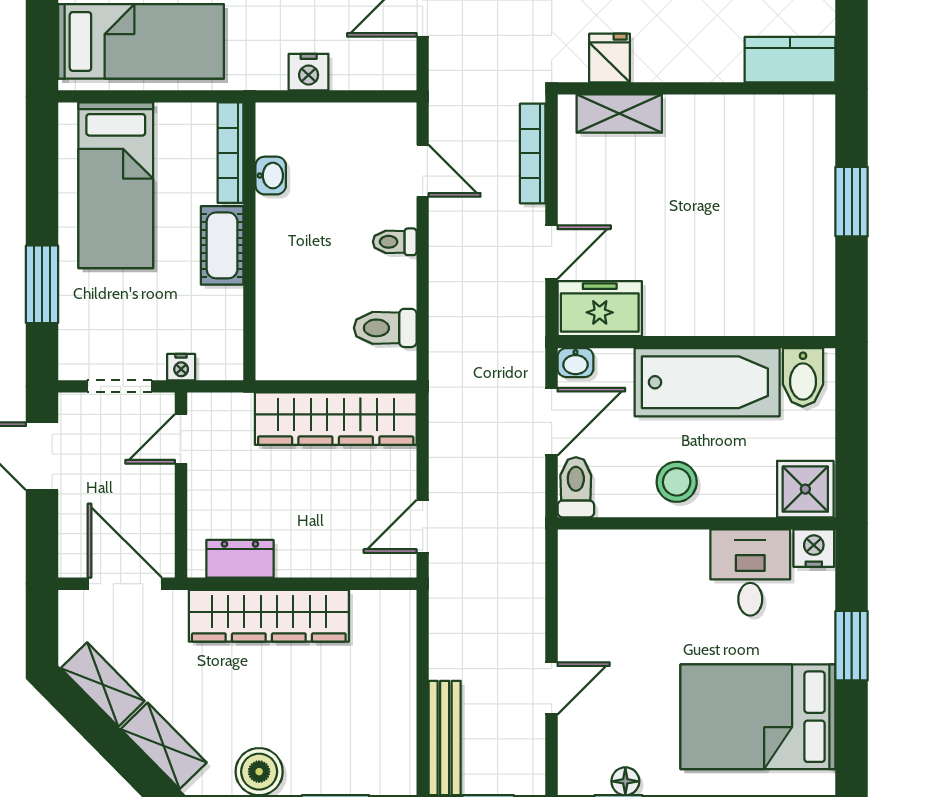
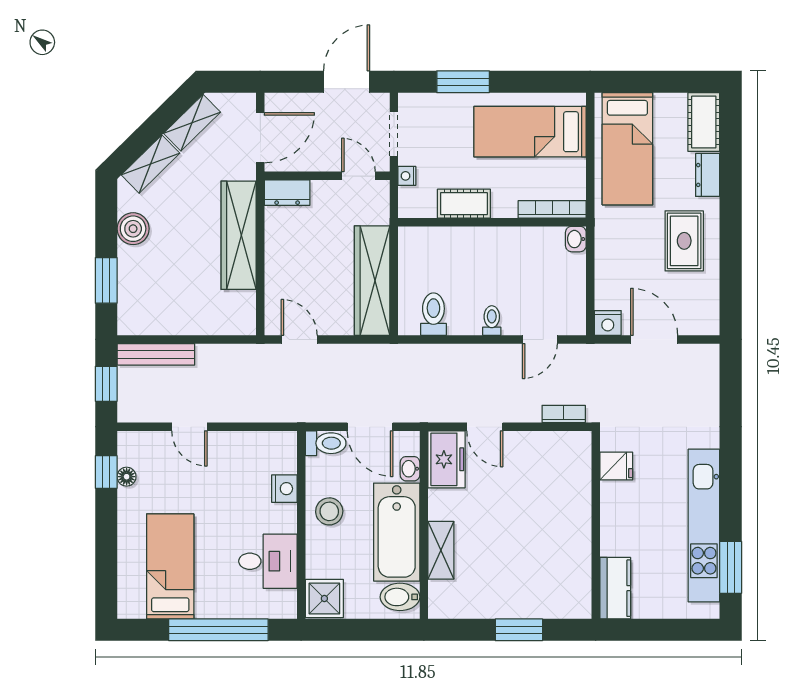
nightstand: (309, 72) -> (608, 323), moved, turned -90
shelving: (619, 114) -> (441, 550), moved
bookcase: (533, 153) -> (564, 414), width x0.64
washbasin: (271, 176) -> (576, 239), moved, turned 90
cot: (222, 245) -> (464, 204), moved
washbasin: (575, 363) -> (410, 469), moved
nightstand: (814, 548) -> (284, 489), moved
dresser: (240, 559) -> (287, 193), moved, turned 90
window: (852, 646) -> (218, 630), width x2.11
bed: (758, 717) -> (170, 566), width x0.67

